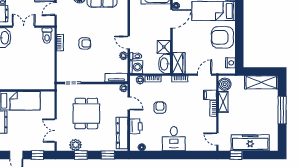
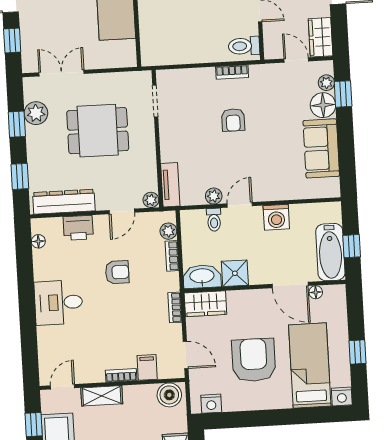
armchair: (222, 37) -> (254, 360), moved
washing machine: (136, 67) -> (276, 217), moved
shelving: (223, 102) -> (102, 396), moved

